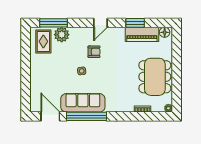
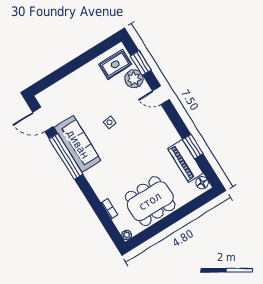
window: (53, 23) -> (141, 63), width x0.69
door: (101, 23) -> (161, 95), moved
armchair: (94, 52) -> (137, 123), removed
door: (50, 116) -> (43, 119), swing flipped

